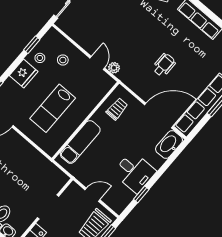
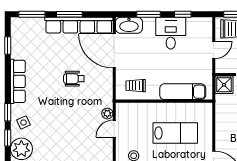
window: (164, 167) -> (149, 14), added
shower: (58, 179) -> (224, 85), added
door: (92, 195) -> (214, 50), swing flipped

